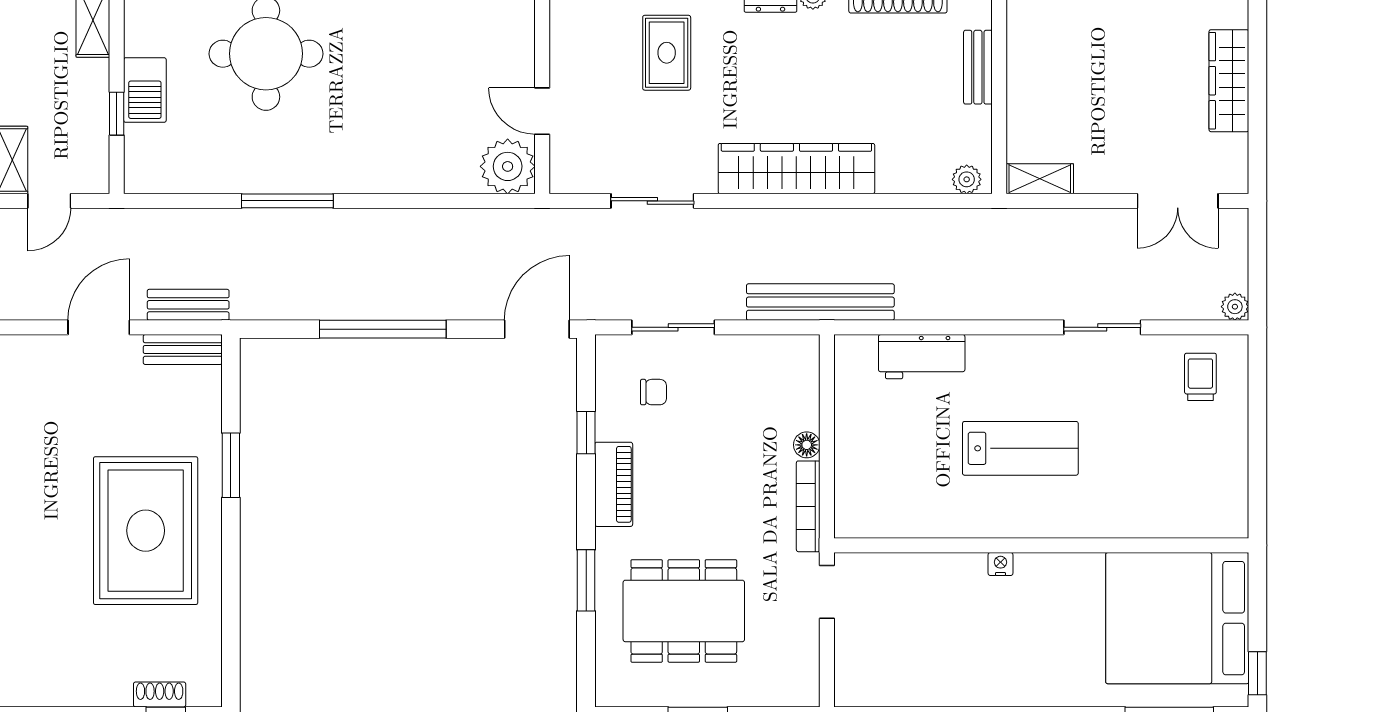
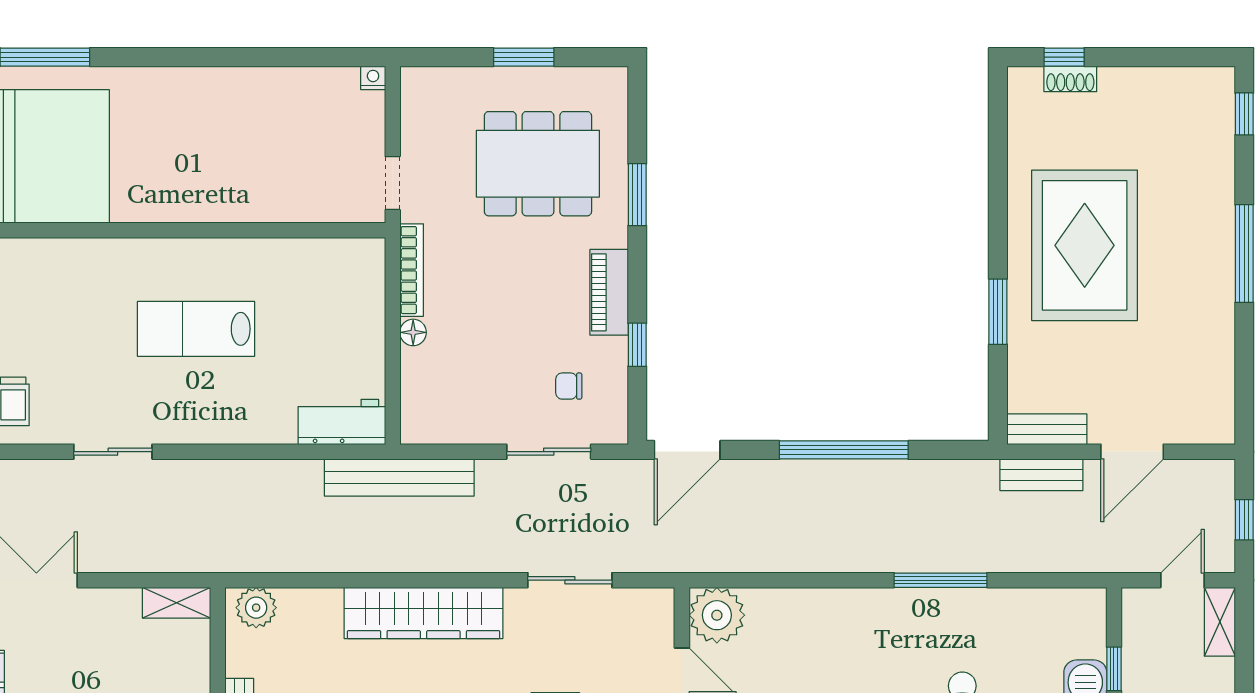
plant: (967, 179) -> (256, 608), width x1.38, depth x1.38
workbench: (922, 357) -> (342, 422), moved
nightstand: (1000, 564) -> (373, 78), moved, turned 180

